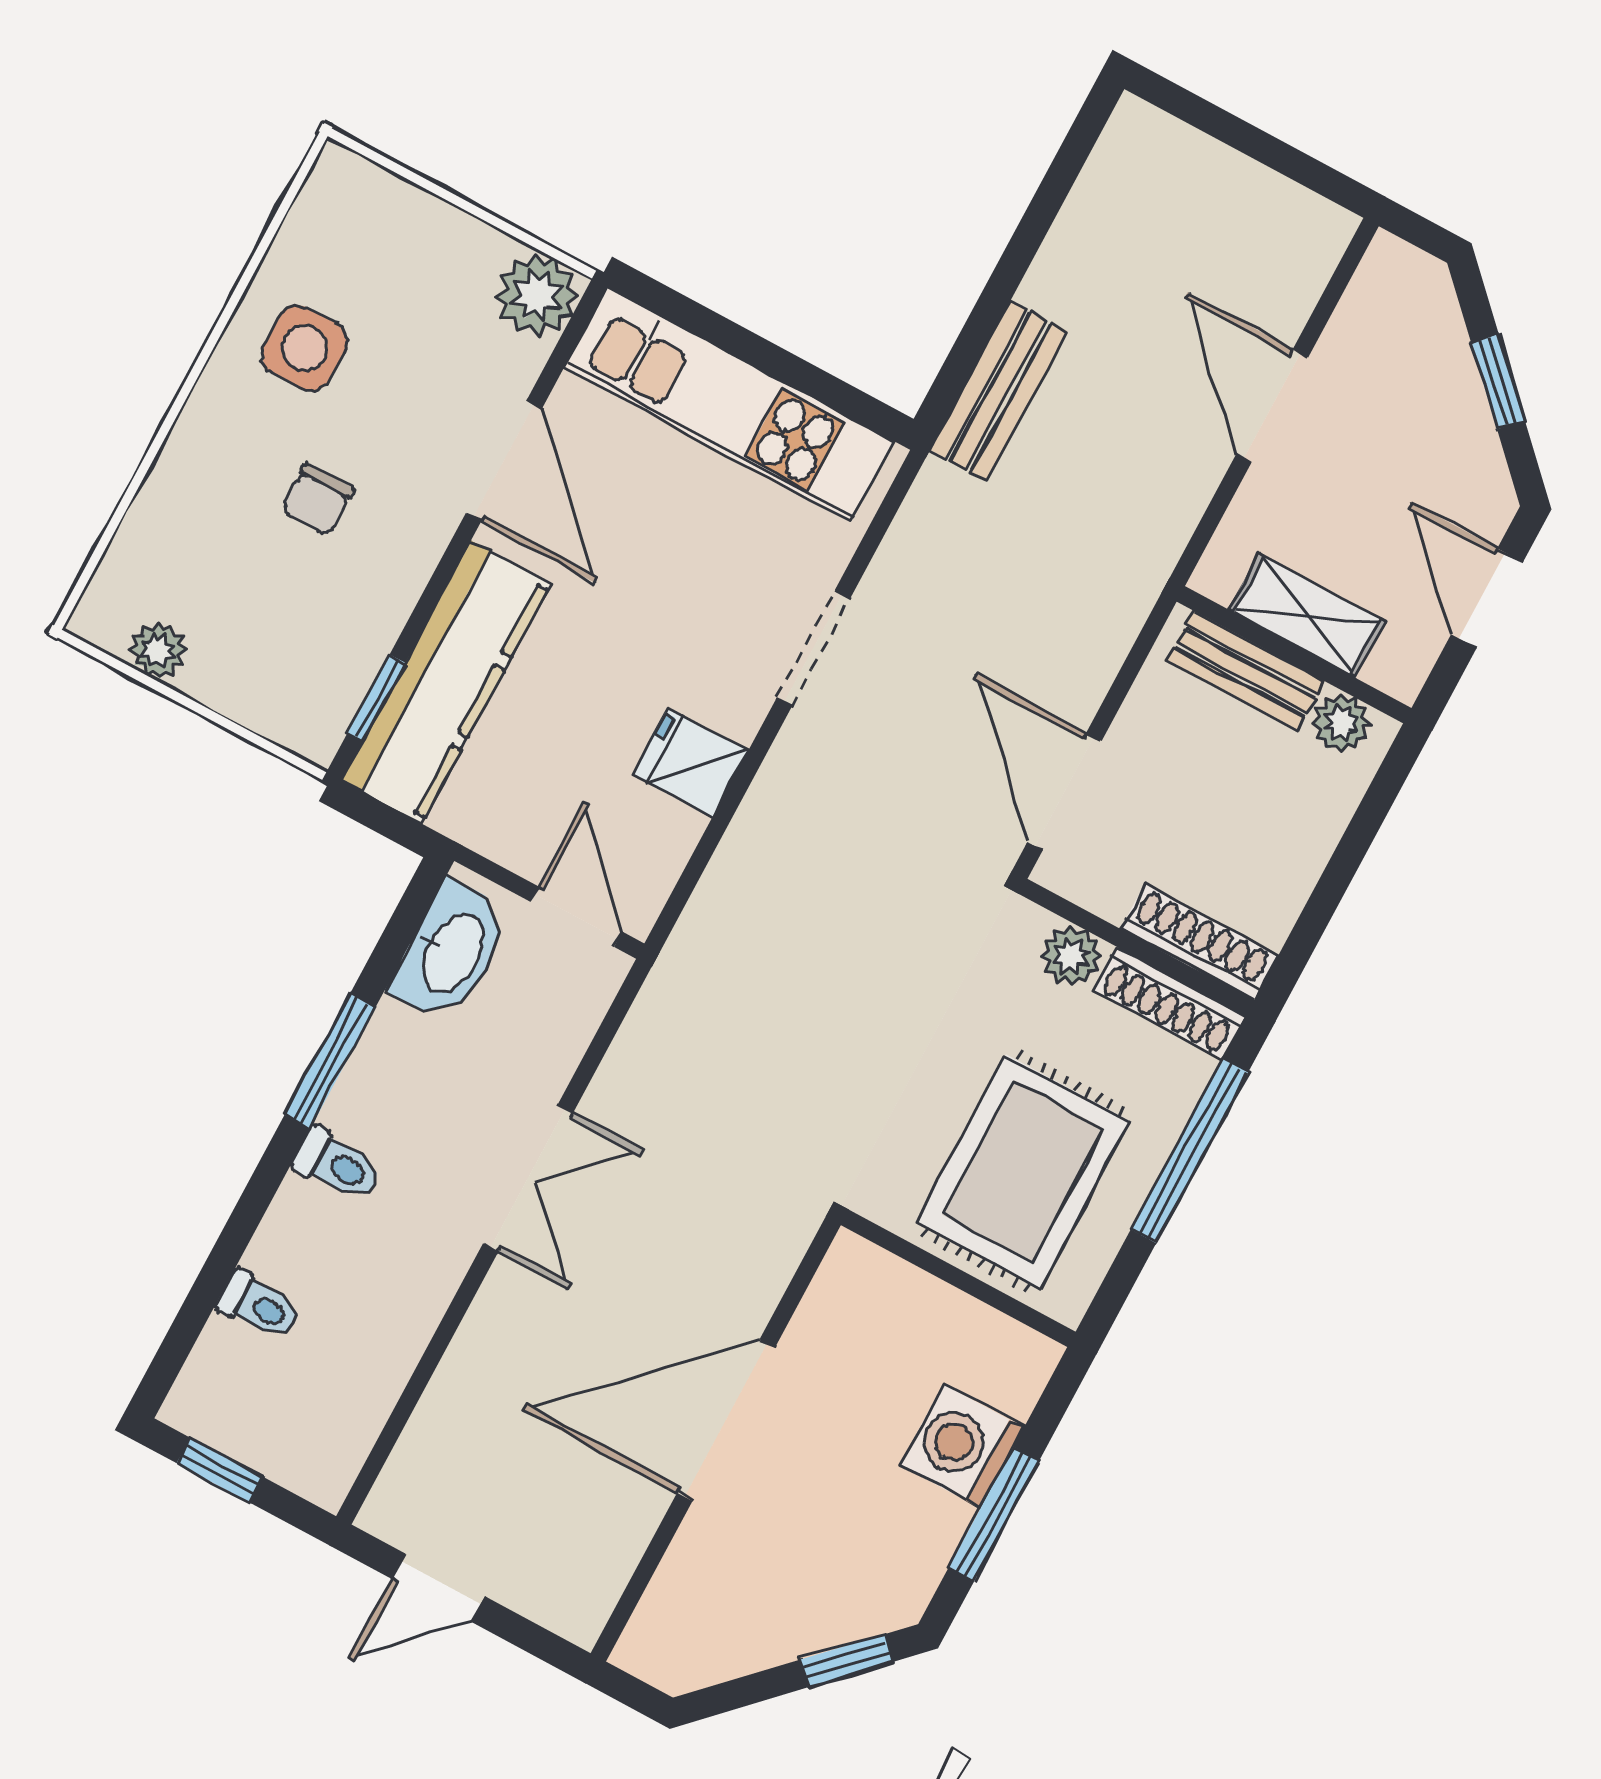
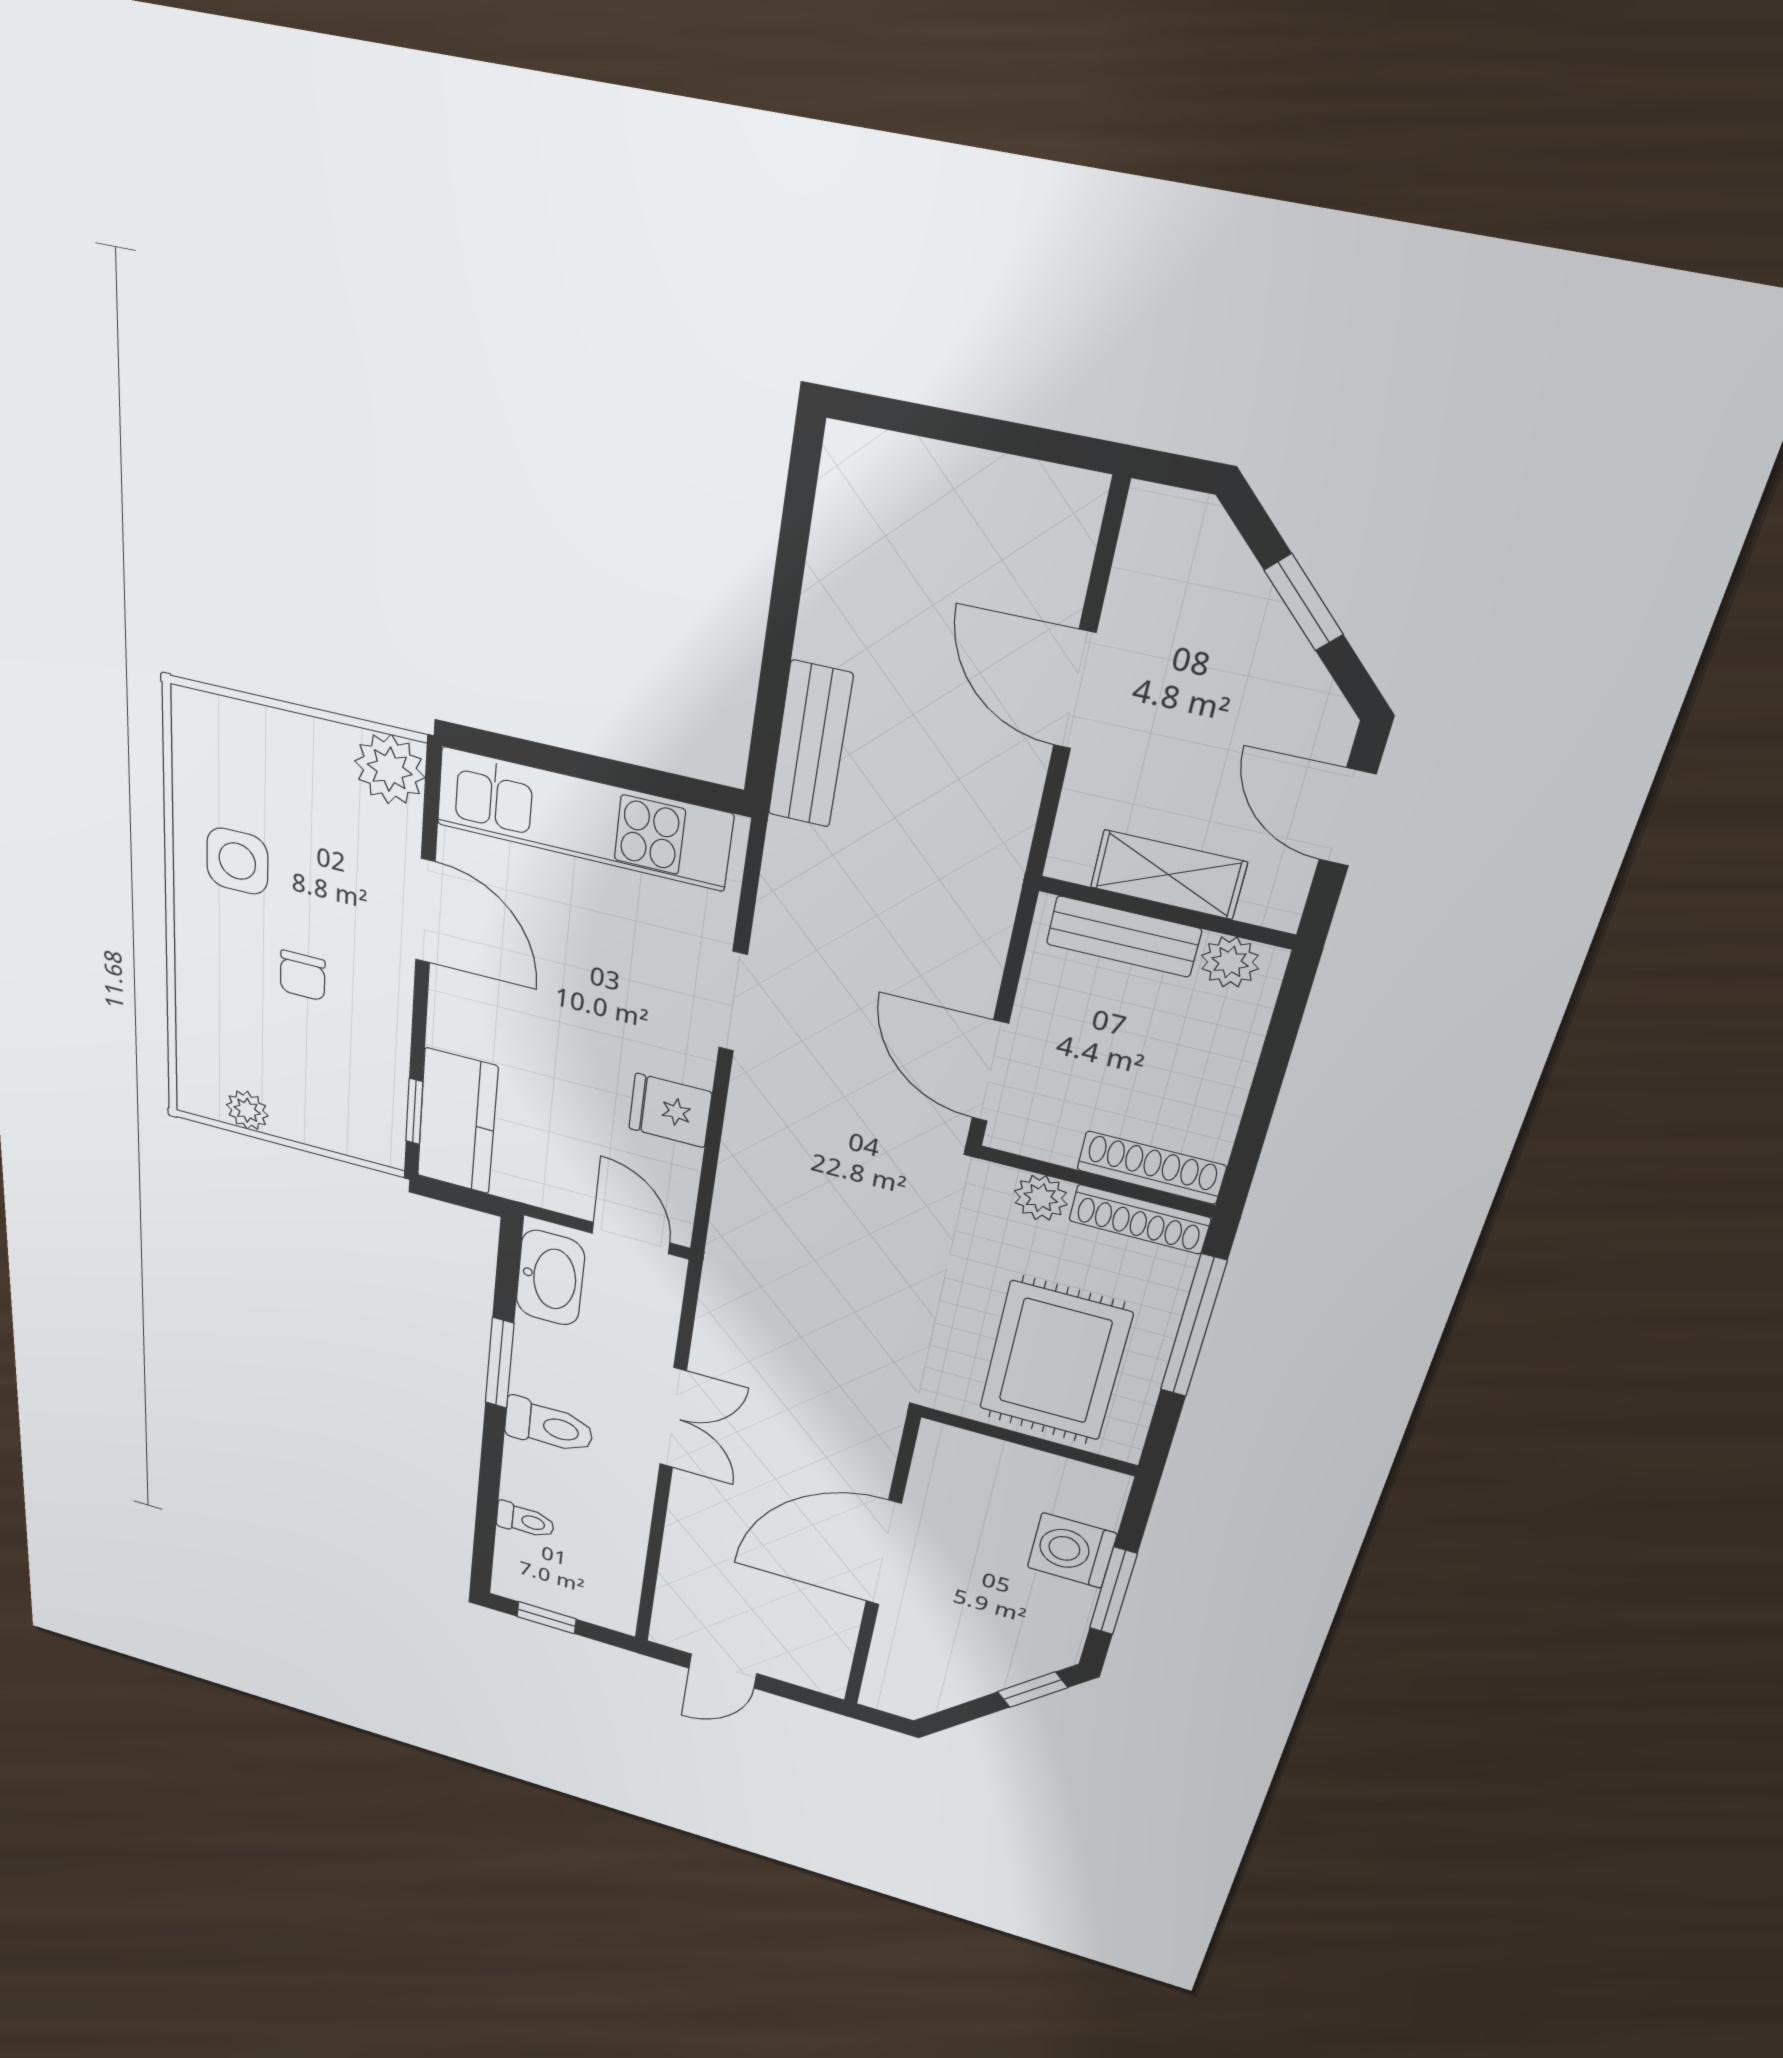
kitchen counter: (446, 682) -> (457, 1122), width x0.67
toilet: (338, 1165) -> (549, 1426), width x1.37, depth x1.39

